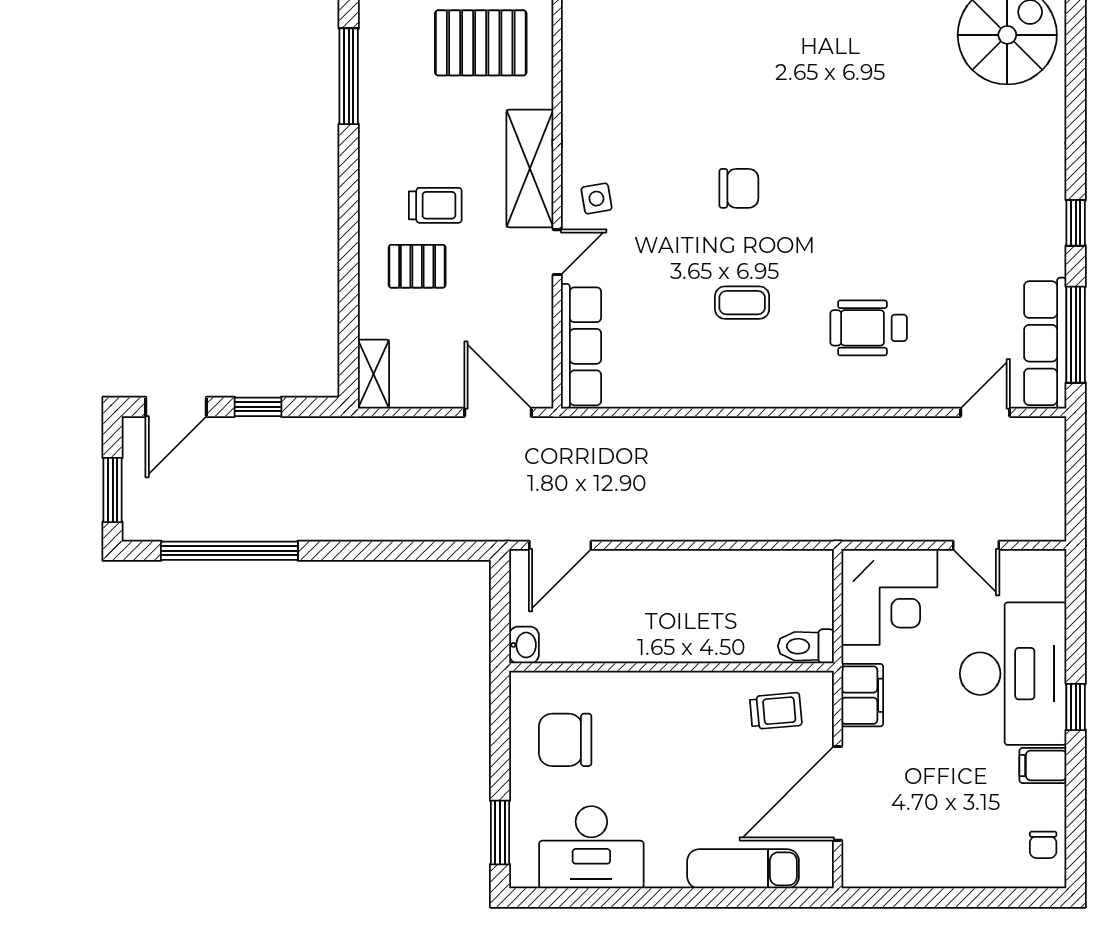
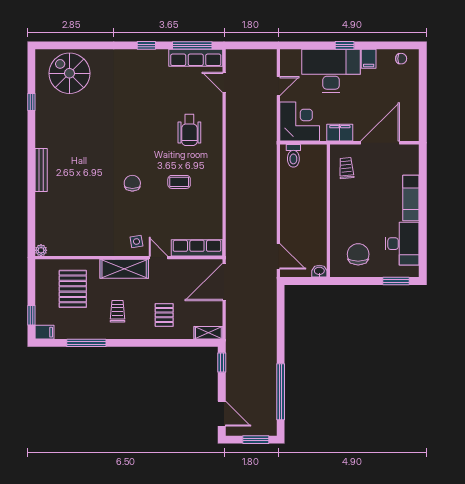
trolley: (435, 205) -> (118, 311), moved
coffee table: (742, 303) -> (179, 182), turned 90
window: (258, 407) -> (222, 362), moved
door: (498, 412) -> (224, 282), width x1.36
toilet: (806, 646) -> (293, 156), moved
chair: (565, 740) -> (358, 254), turned 180
door: (838, 793) -> (380, 143), swing flipped
exam couch: (743, 869) -> (411, 198), moved

